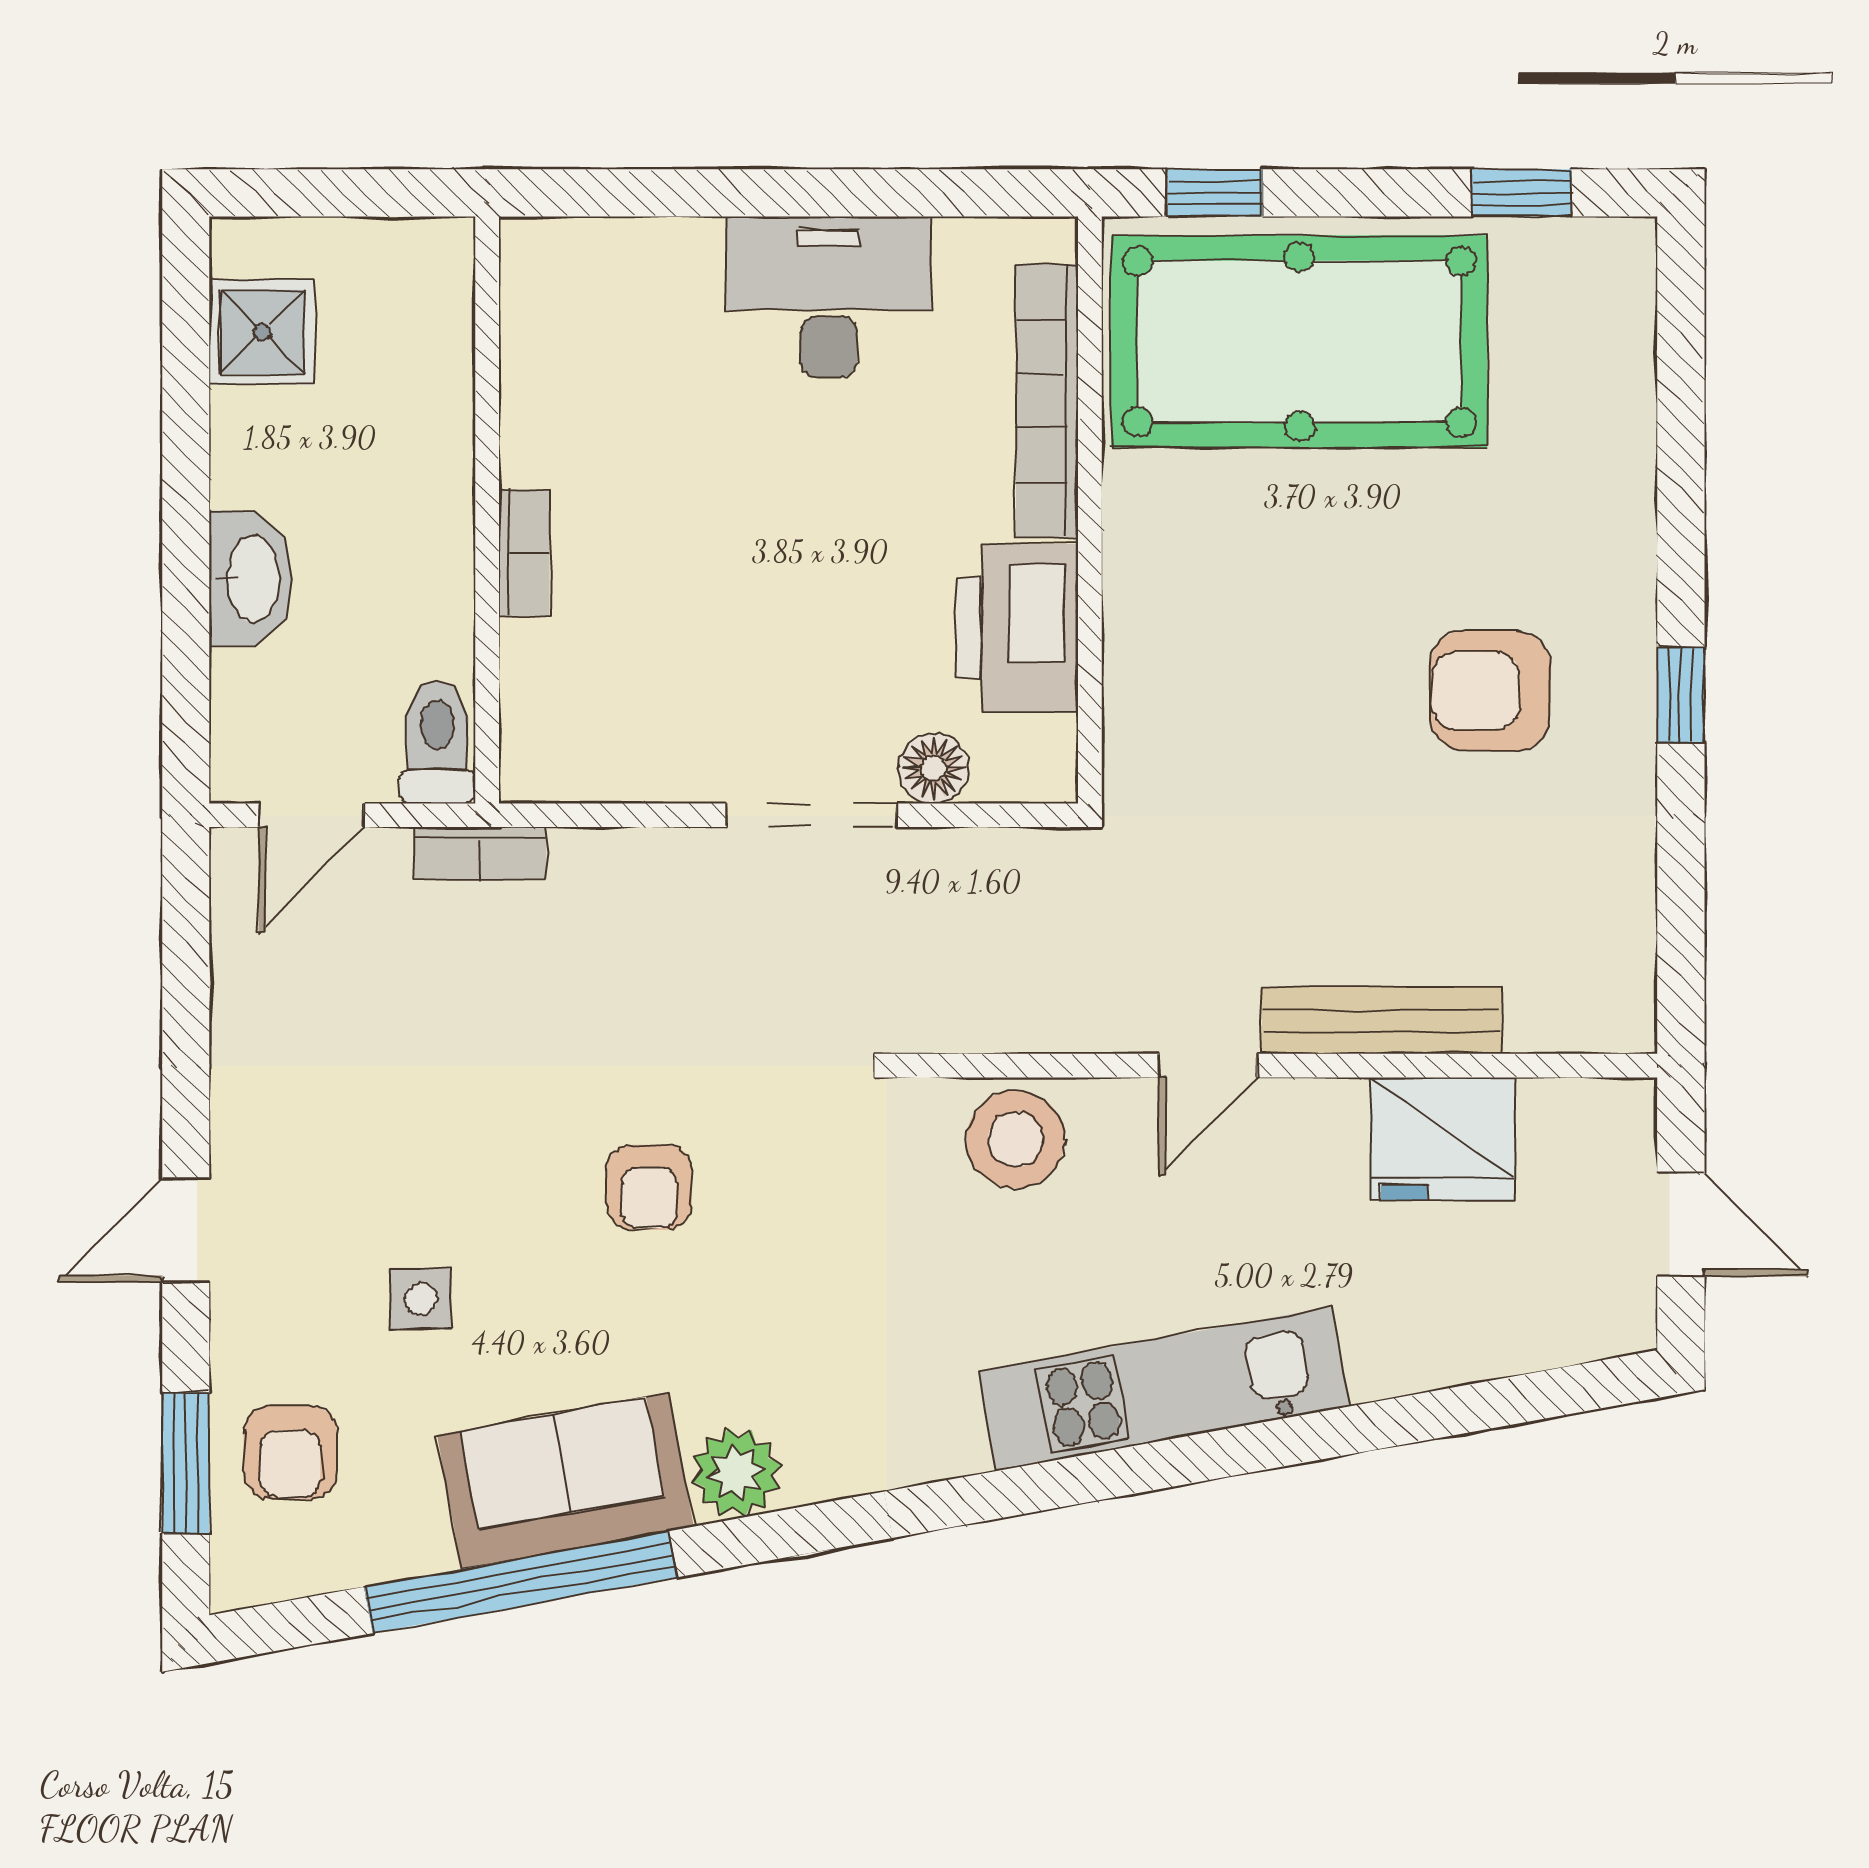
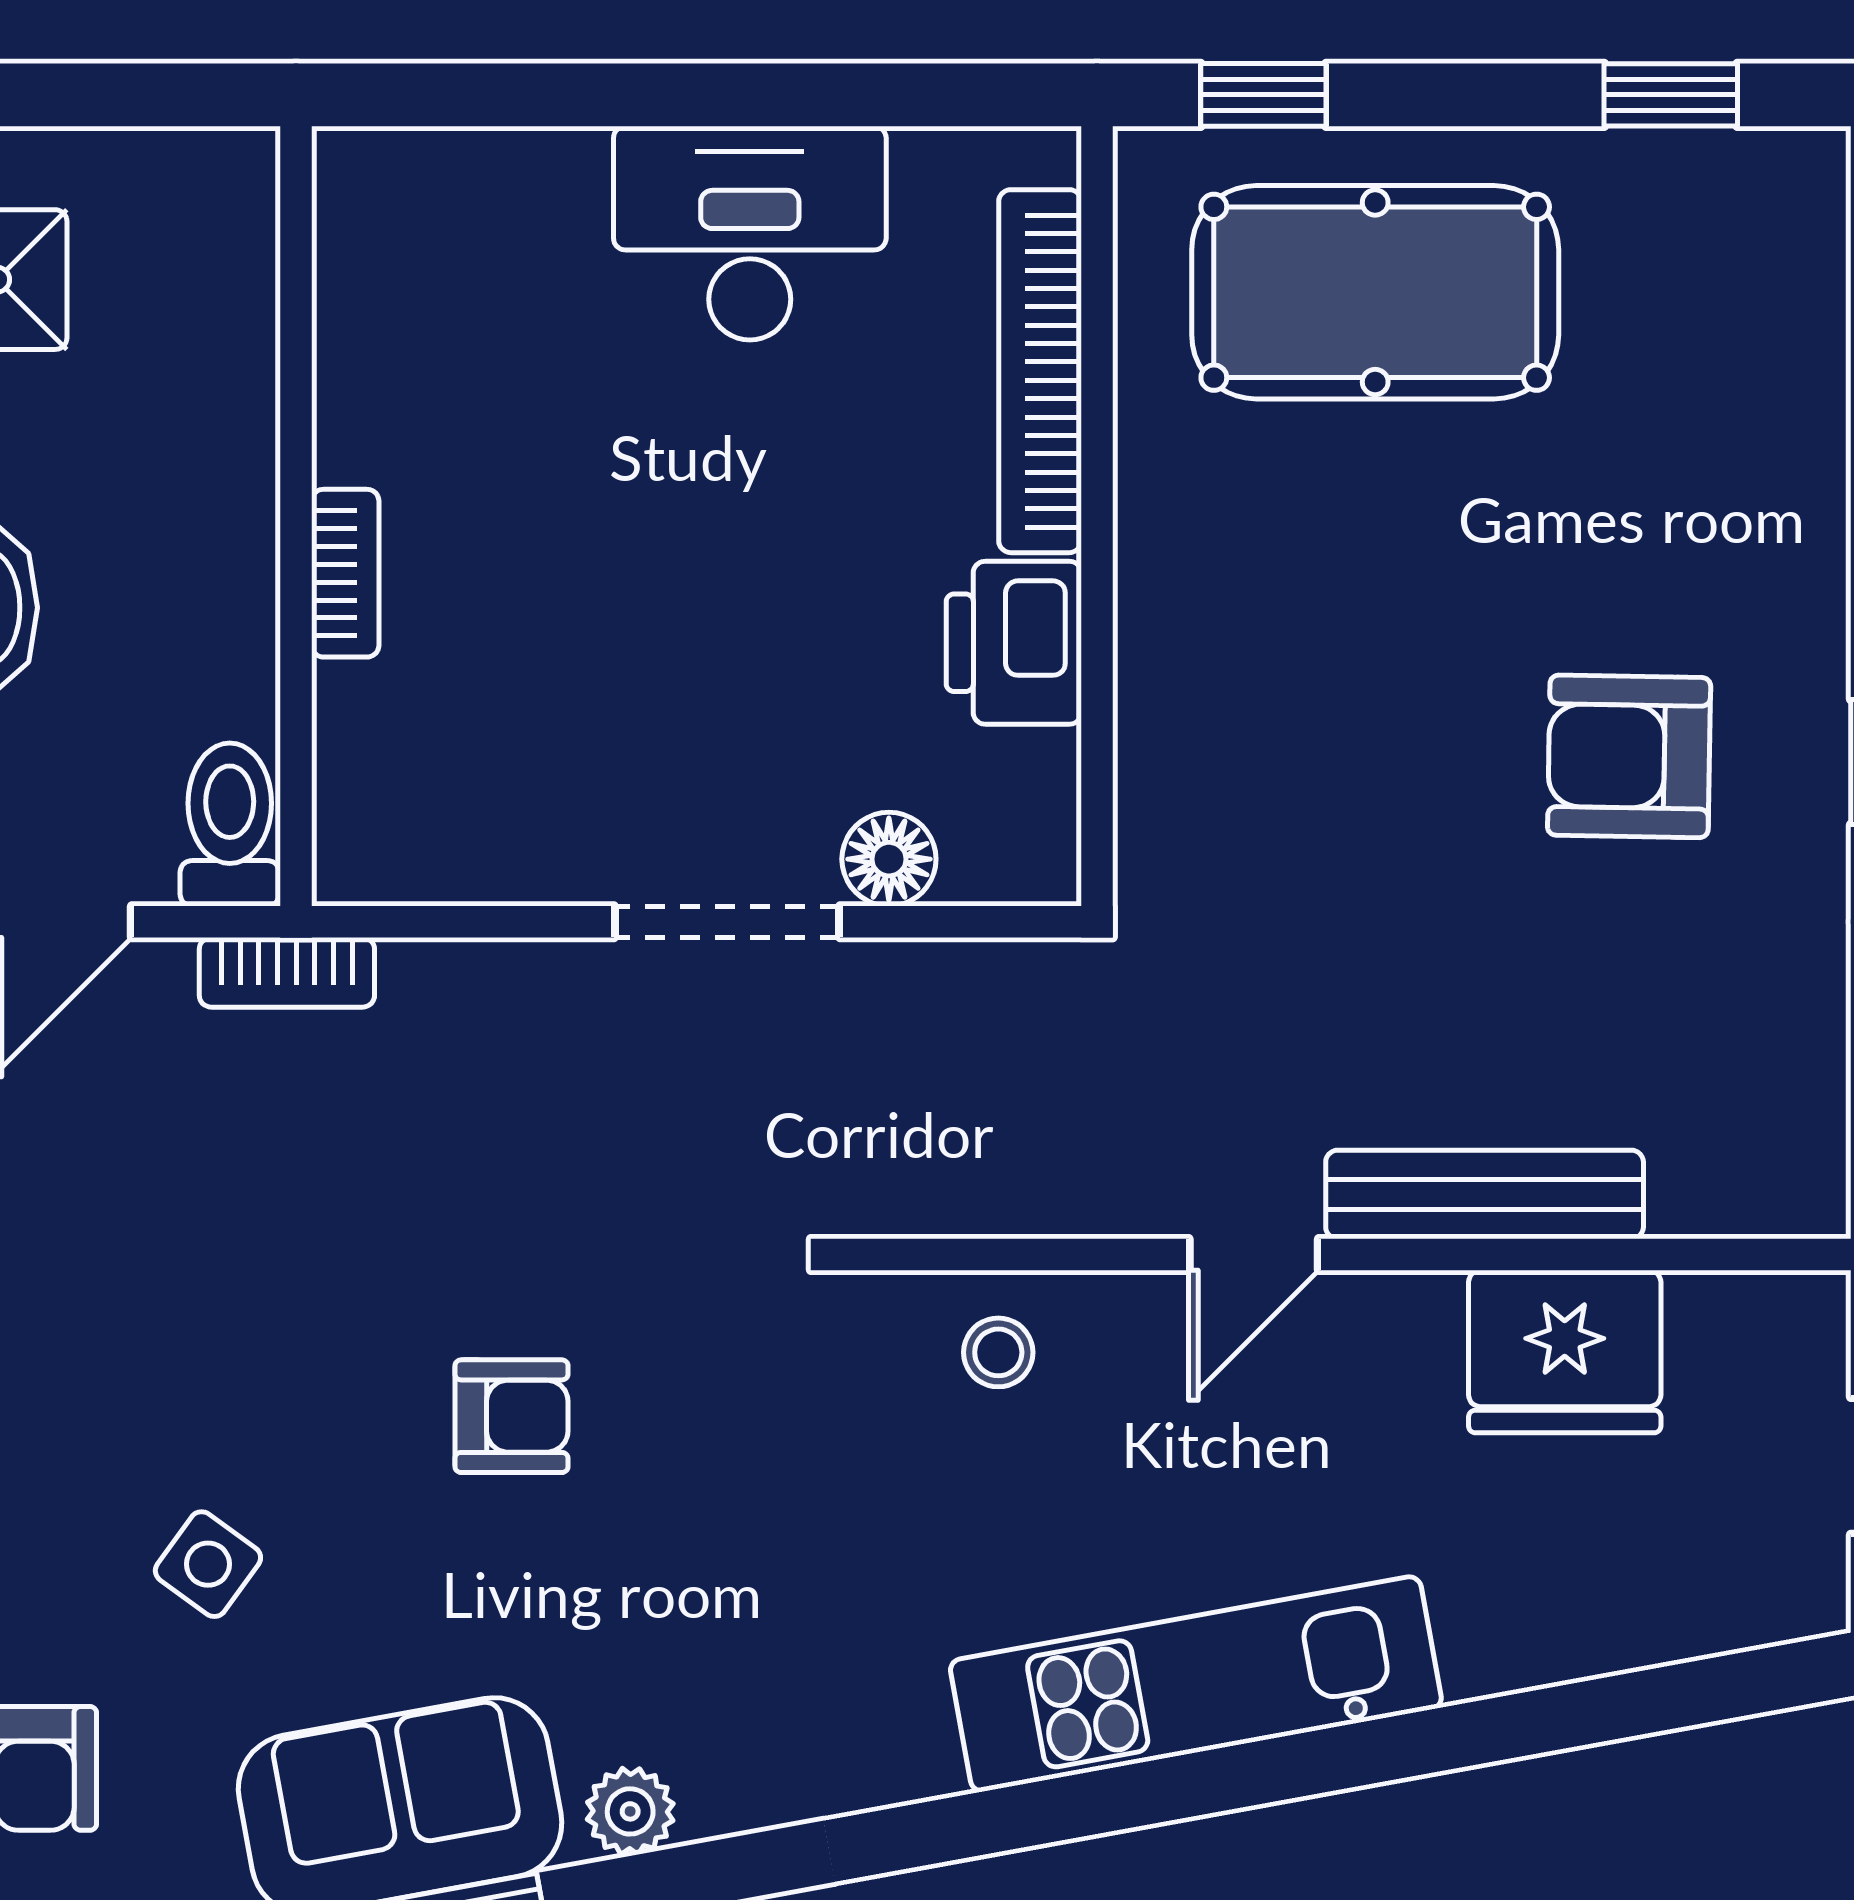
pool table: (1299, 342) -> (1375, 292), width x0.73, depth x0.76
printer: (1017, 628) -> (1014, 643), width x0.73, depth x0.84
stool: (1016, 1139) -> (998, 1352), width x0.53, depth x0.53
armchair: (649, 1187) -> (511, 1416), turned -90
side table: (421, 1299) -> (208, 1564), turned 36
plant: (736, 1473) -> (630, 1811), width x0.73, depth x0.73

